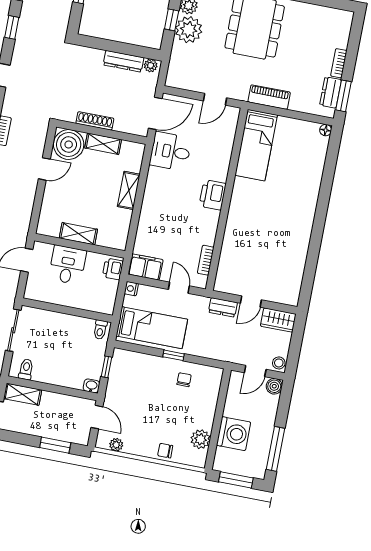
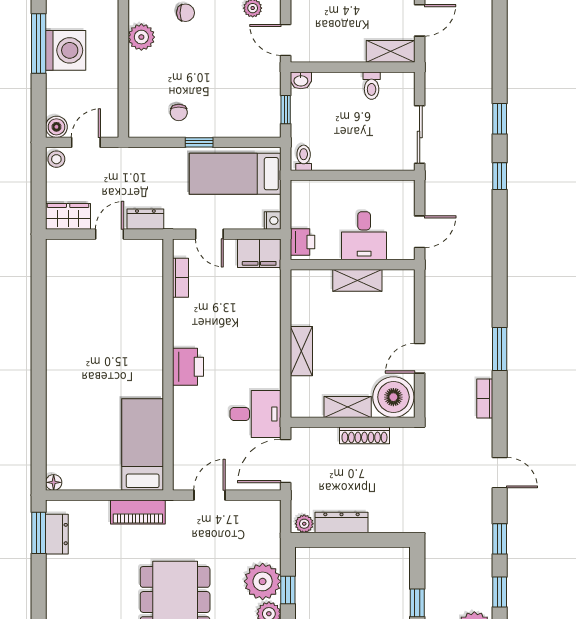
bookcase: (339, 63) -> (53, 575), removed
toilet: (26, 369) -> (372, 86), moved
washing machine: (234, 434) -> (66, 50), moved, turned 180

